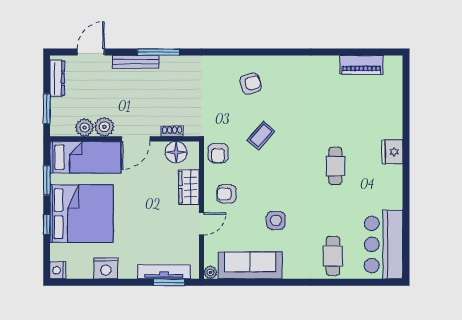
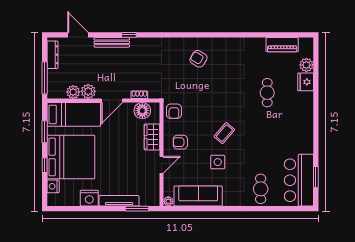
door: (91, 52) -> (78, 35), hinge flipped
window: (158, 52) -> (129, 35), width x0.46
armchair: (250, 84) -> (198, 59), turned -132
plant: (394, 92) -> (306, 65), added
window: (47, 109) -> (45, 78), width x1.44
coffee table: (261, 135) -> (224, 133), moved
fridge: (392, 152) -> (306, 82), moved
cafe table: (335, 166) -> (267, 93), moved
window: (406, 240) -> (316, 177), added
nightstand: (58, 270) -> (53, 186), moved
tv unit: (164, 272) -> (119, 201), moved

